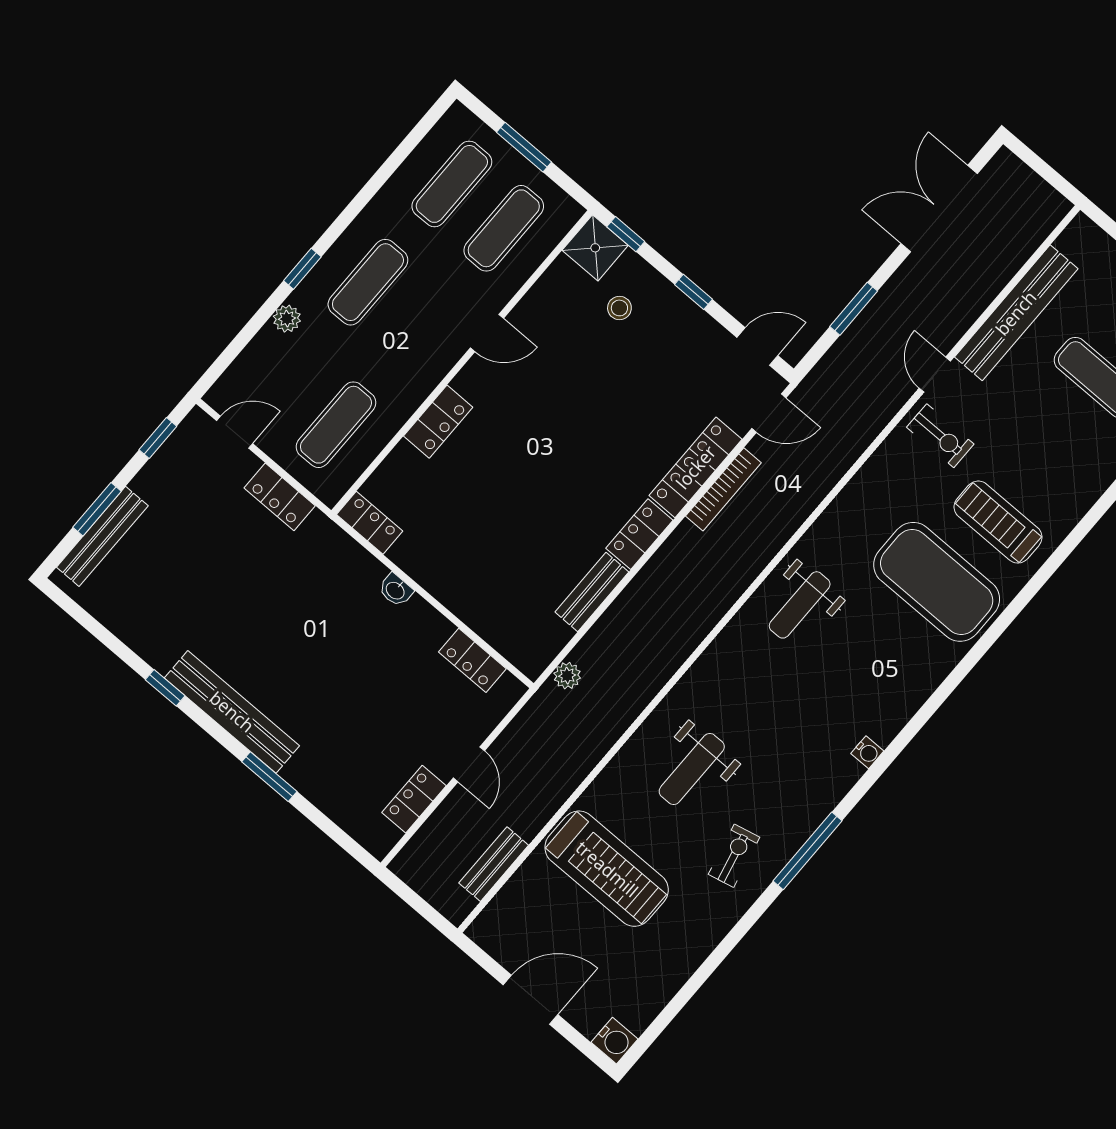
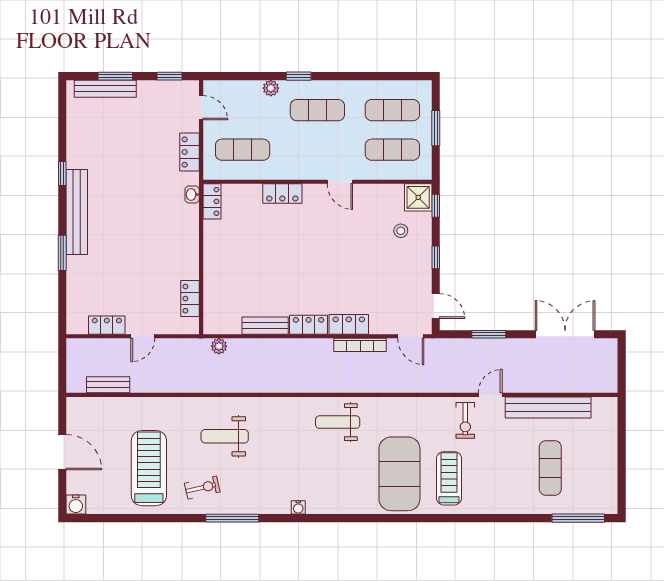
locker: (696, 467) -> (349, 324), width x0.66
washbasin: (396, 590) -> (192, 194), moved
treadmill: (607, 869) -> (149, 468), moved, turned 180

